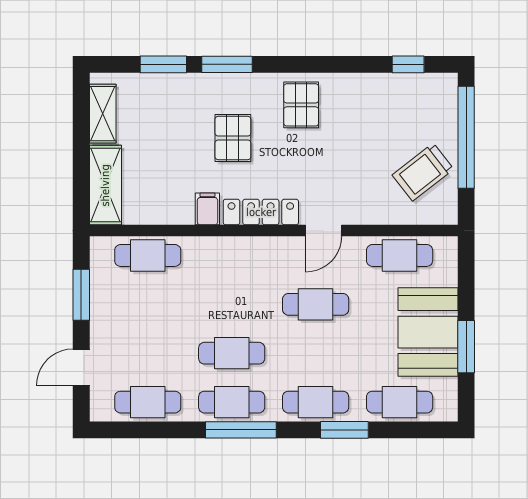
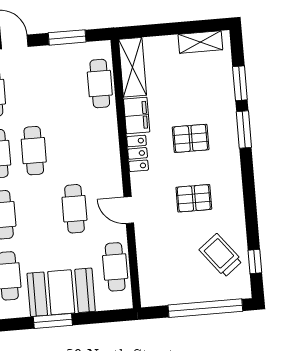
pallet: (301, 105) -> (194, 198), moved
trolley: (423, 172) -> (221, 255), moved
shelving: (105, 185) -> (133, 67), moved, turned 90
filing cabinet: (207, 209) -> (137, 115), width x2.00
locker: (261, 212) -> (138, 153), width x0.66

